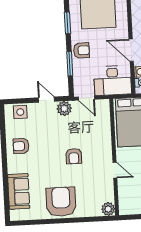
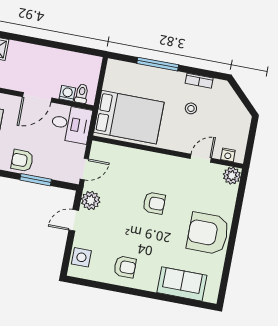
armchair: (82, 50) -> (22, 160), turned -90
desk: (113, 80) -> (71, 124), width x0.73
armchair: (21, 146) -> (125, 267), turned -90
door: (115, 170) -> (201, 158), moved
nightstand: (123, 202) -> (228, 155), added

